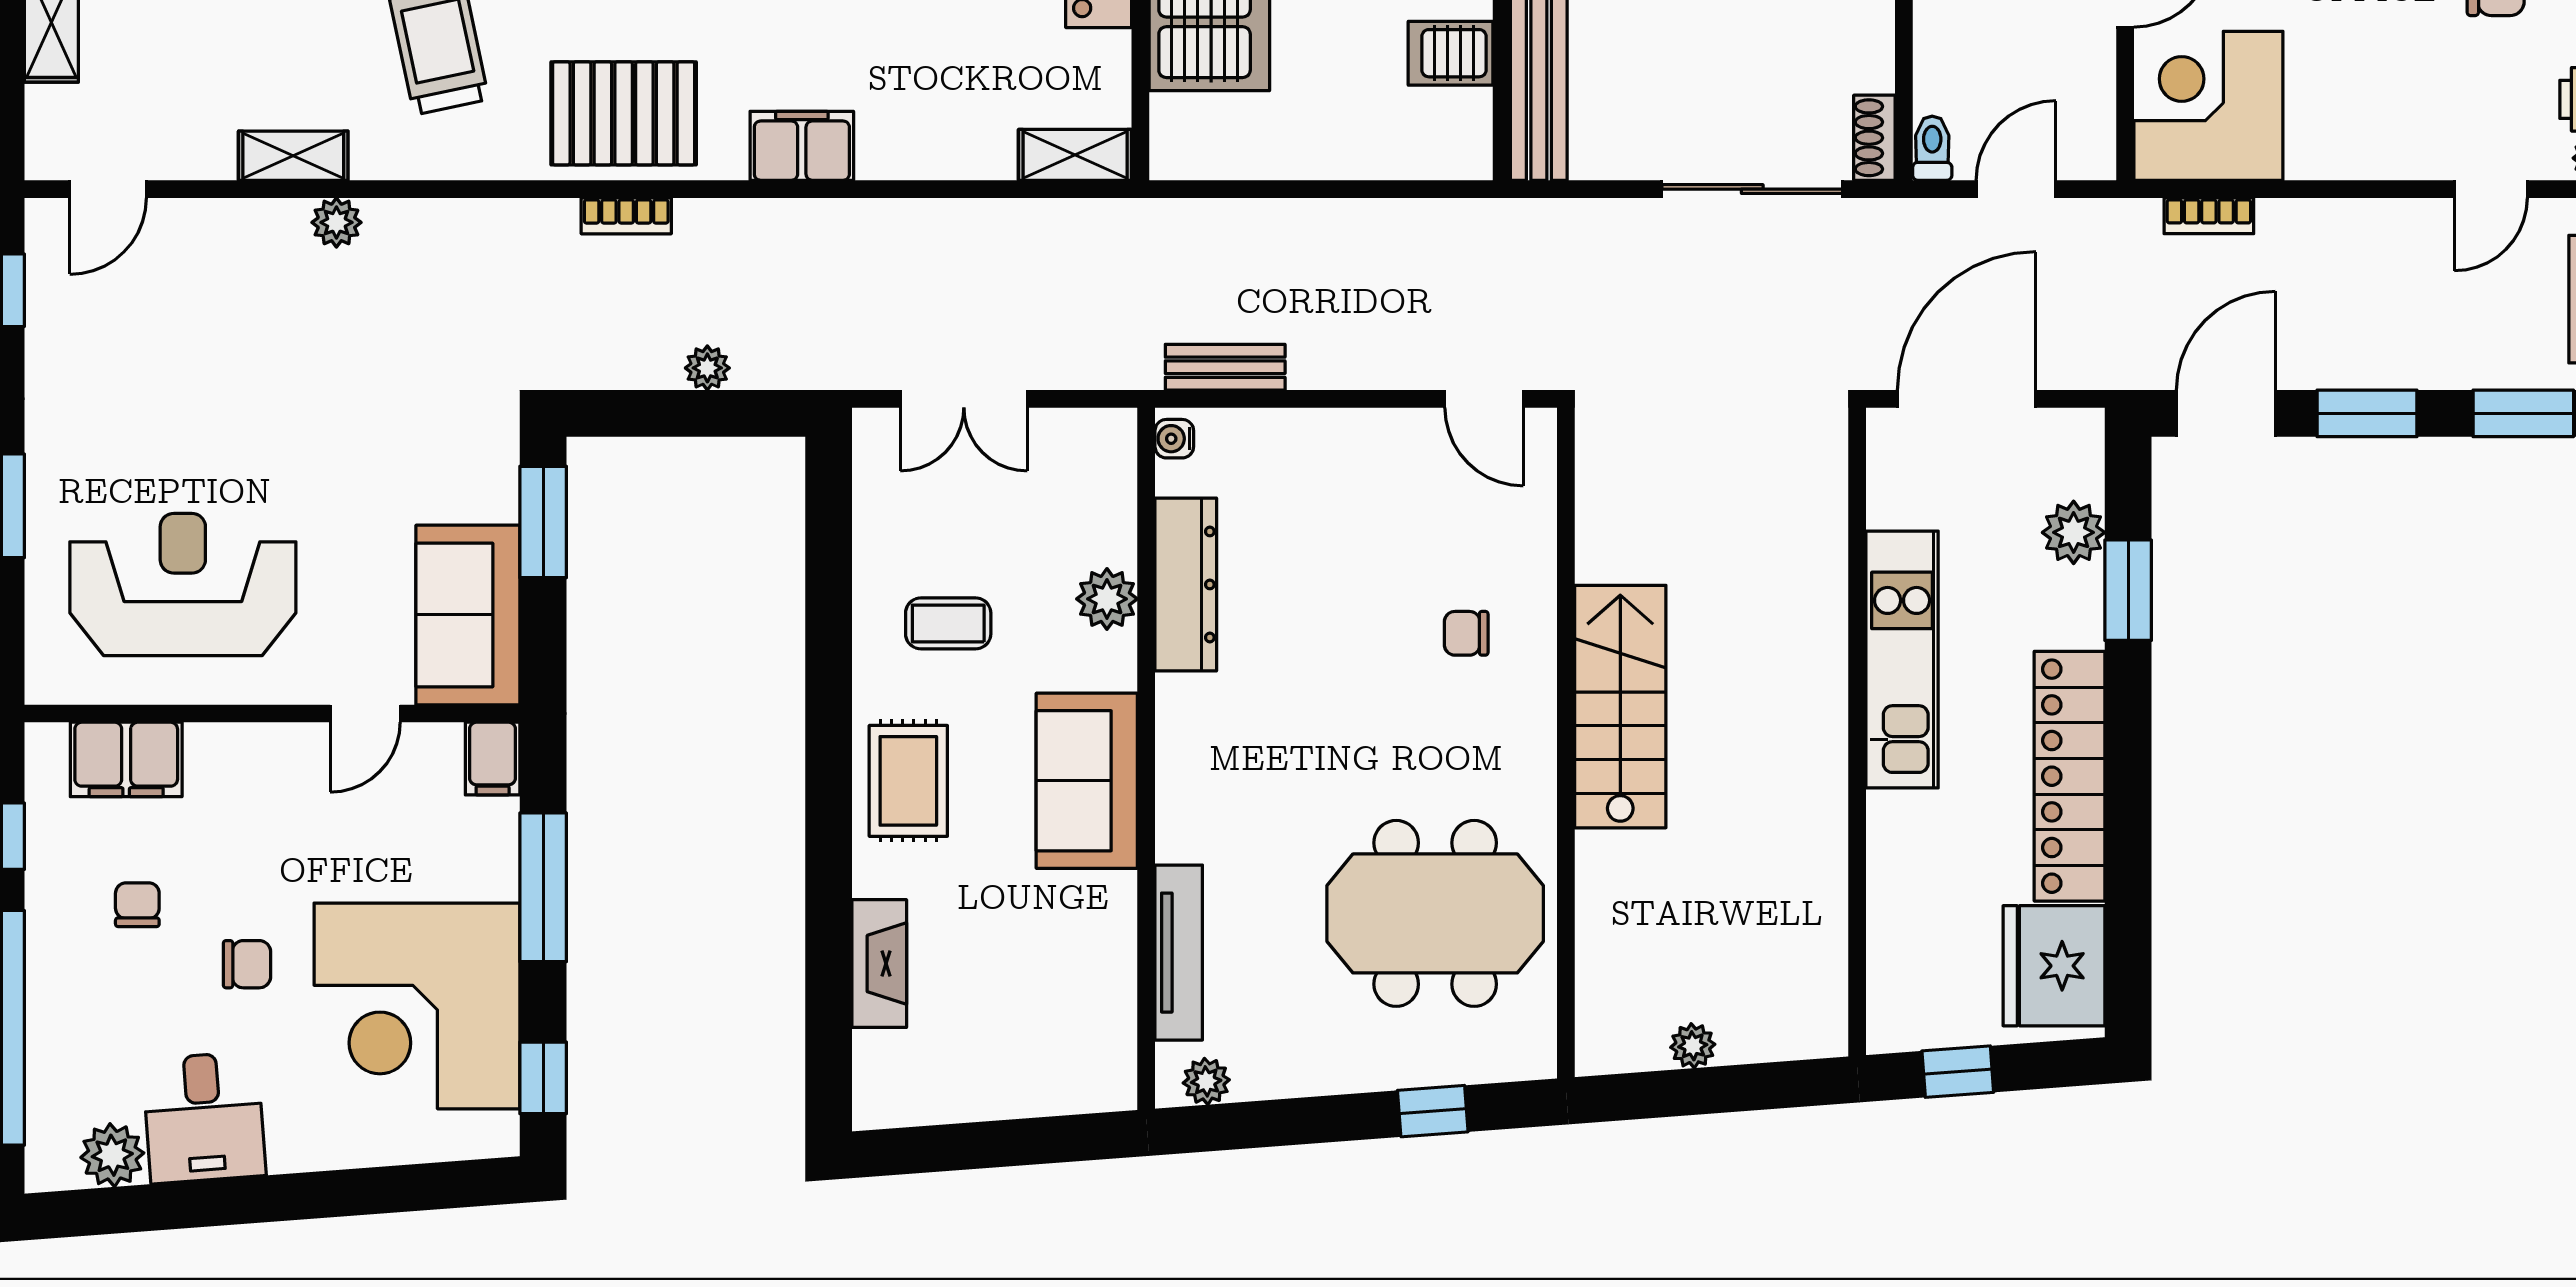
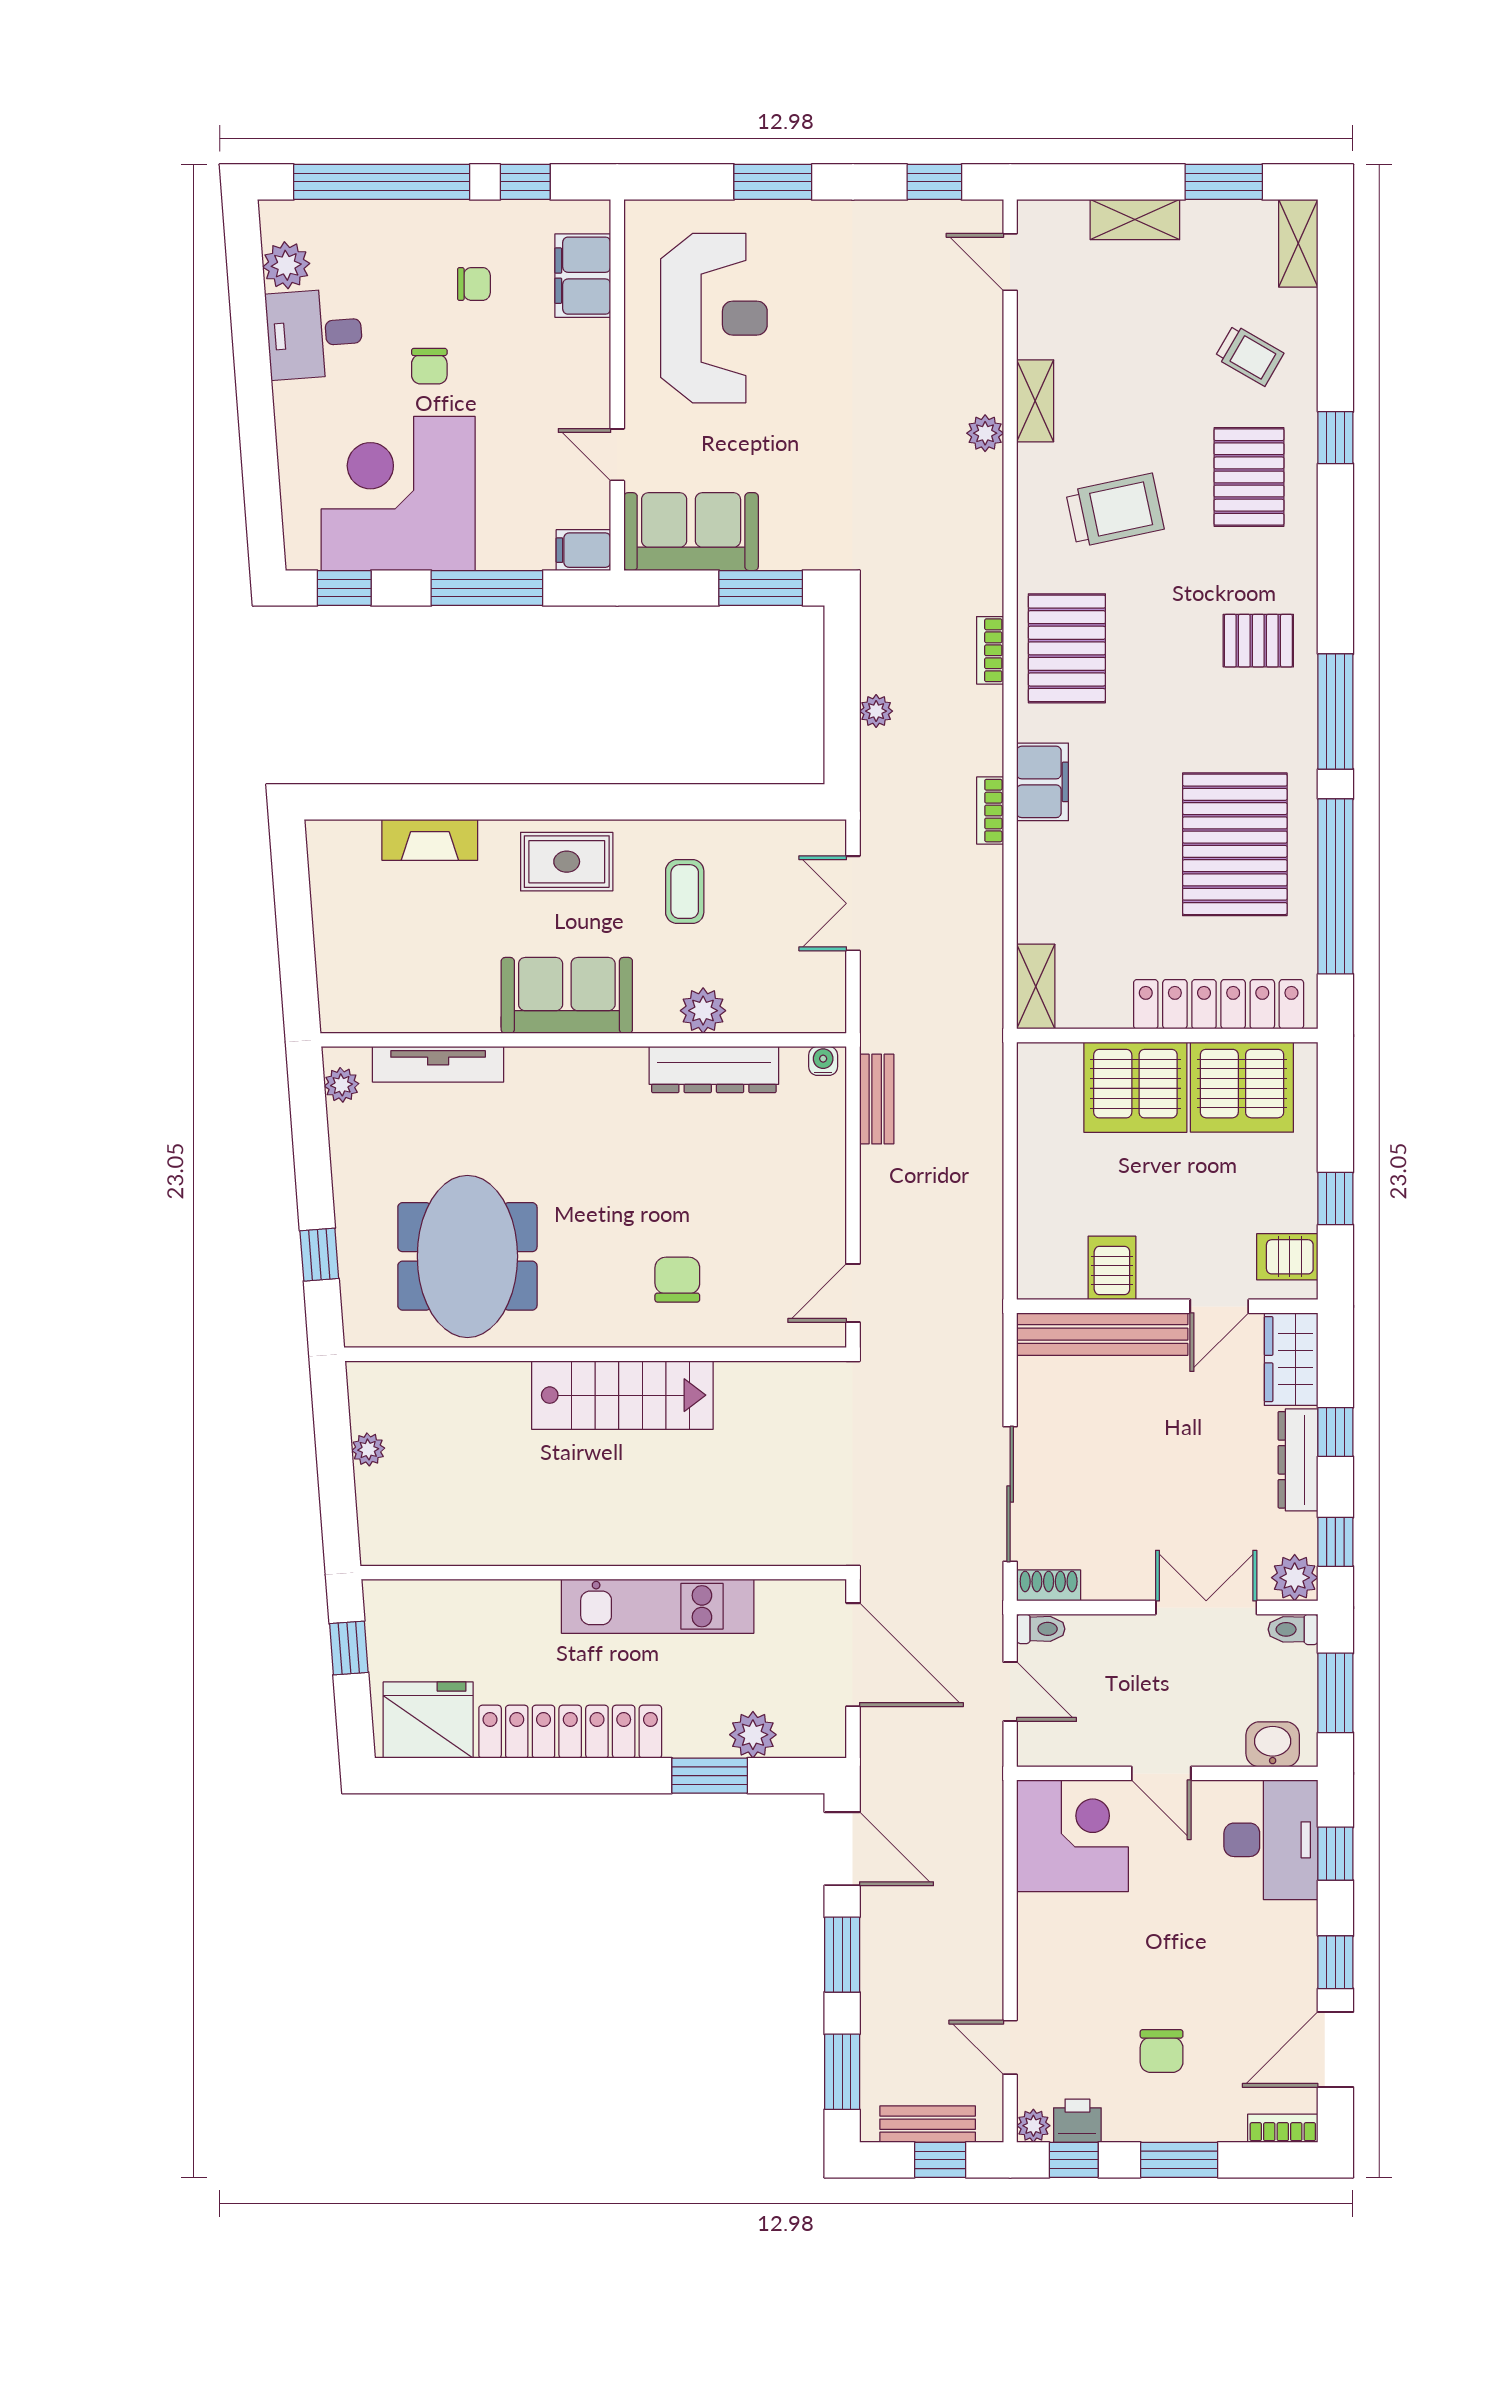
bookcase: (2209, 216) -> (990, 811), moved
chair: (1466, 633) -> (677, 1280), width x1.37, depth x1.37

